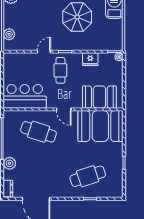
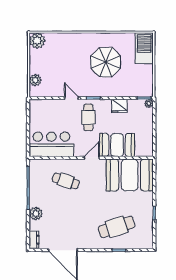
door: (44, 52) -> (71, 98), hinge flipped
booth: (99, 97) -> (117, 145), moved
door: (64, 109) -> (92, 158), swing flipped
cafe table: (39, 132) -> (66, 181), width x0.73, depth x0.74

